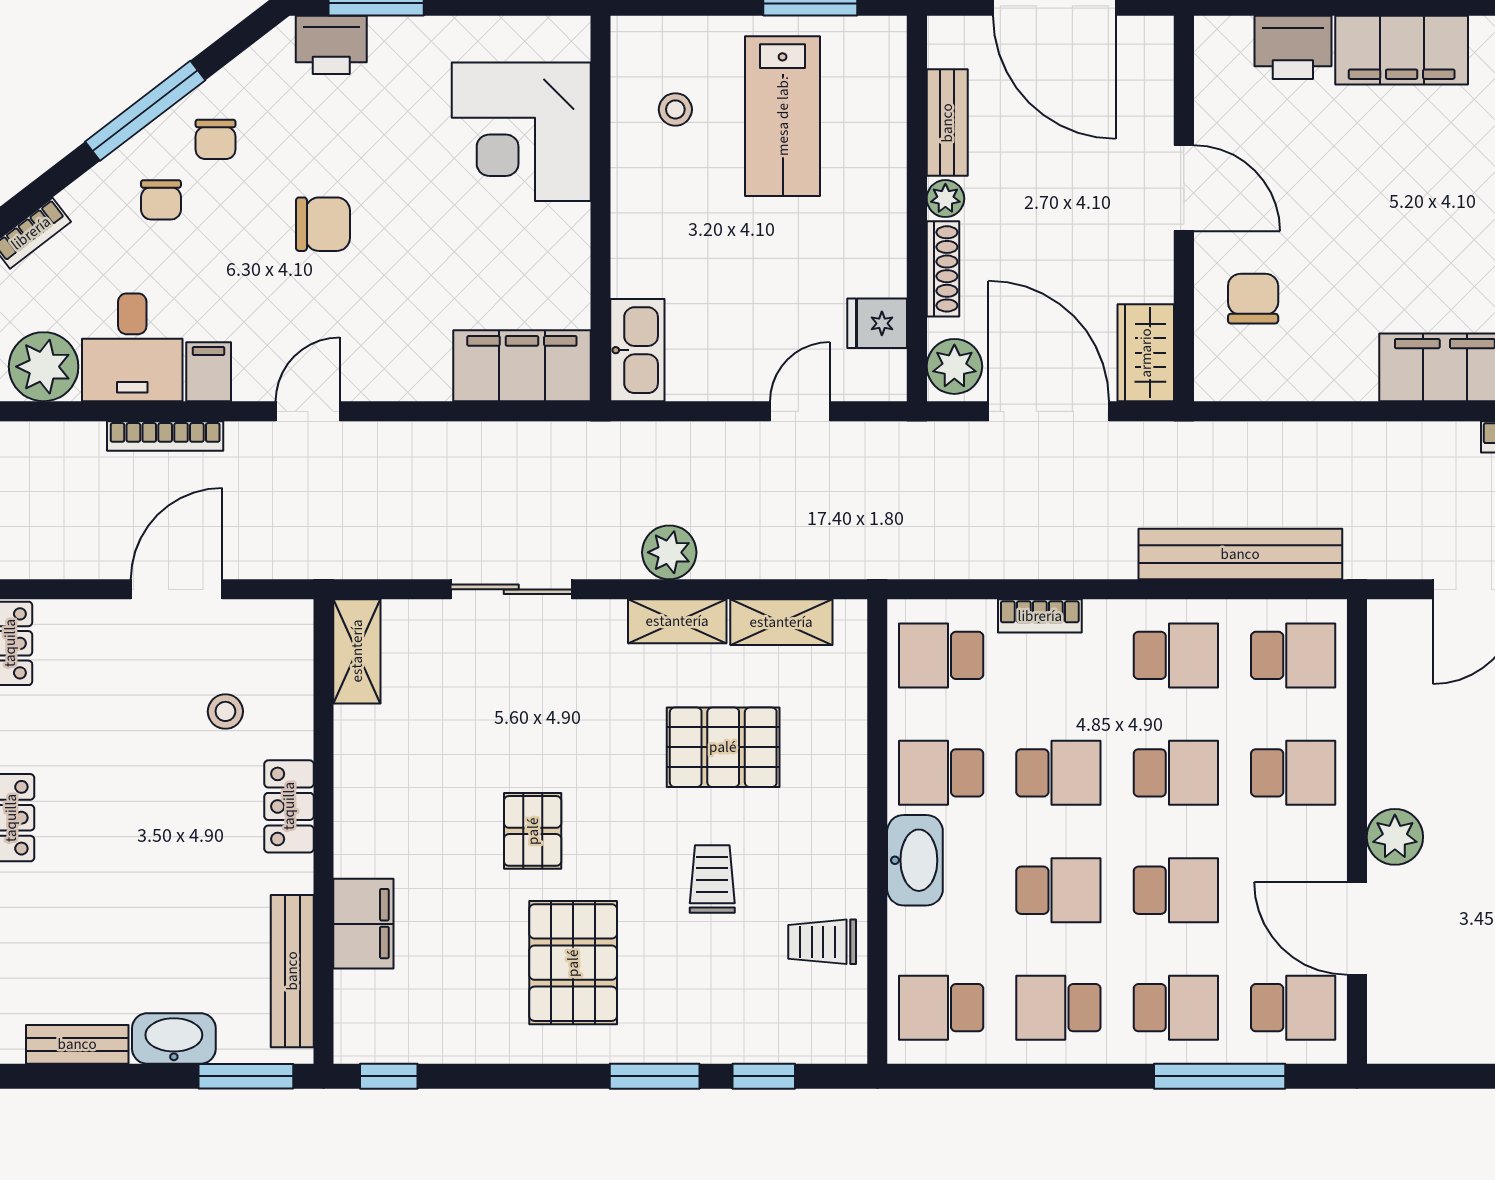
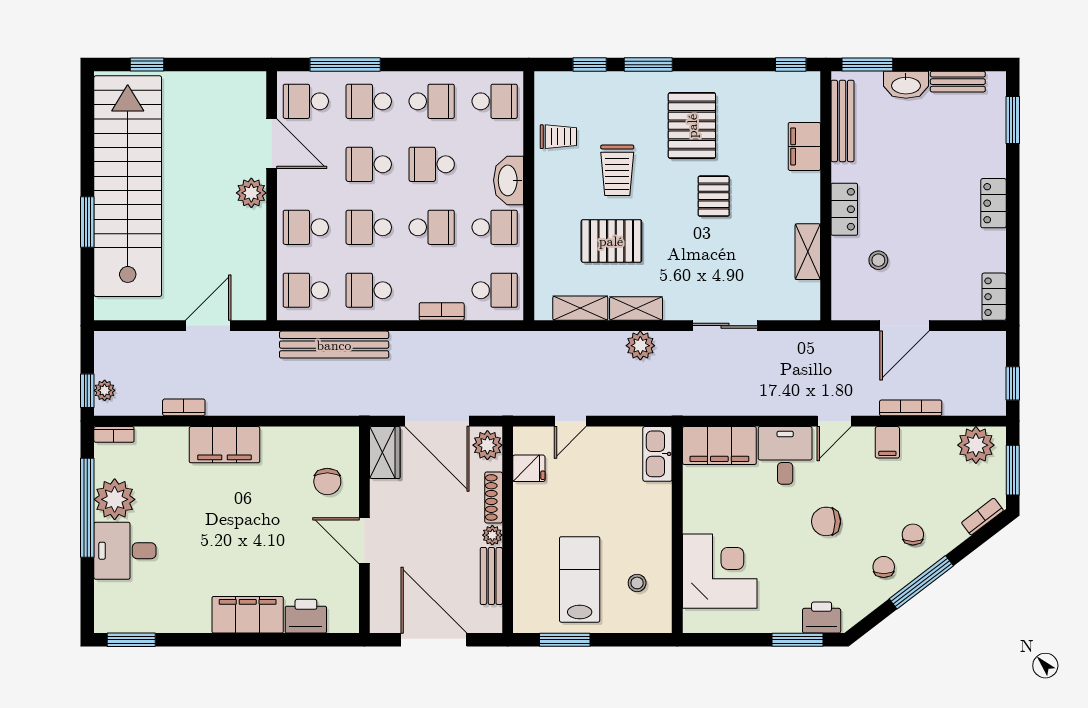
desk: (132, 347) -> (785, 455), moved
shelving: (357, 651) -> (808, 252), moved
school desk: (1058, 773) -> (432, 227), turned 180
trolley: (712, 879) -> (617, 170), width x1.36, depth x1.39

